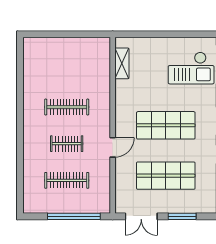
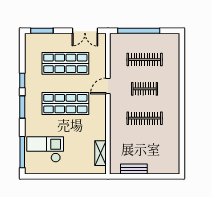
bench: (80, 44) -> (134, 169), added
double door: (141, 216) -> (85, 31), swing flipped
window: (182, 216) -> (42, 31), moved

